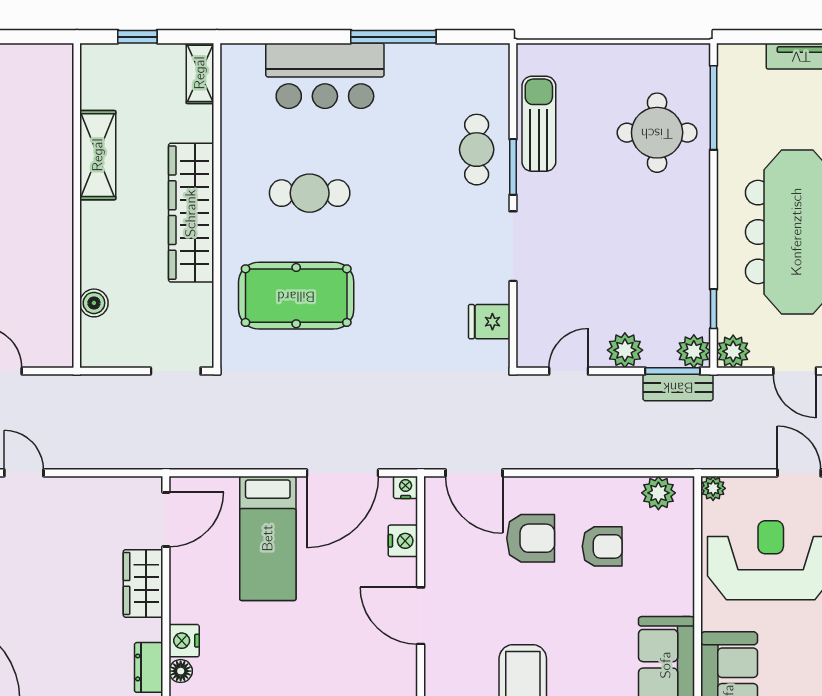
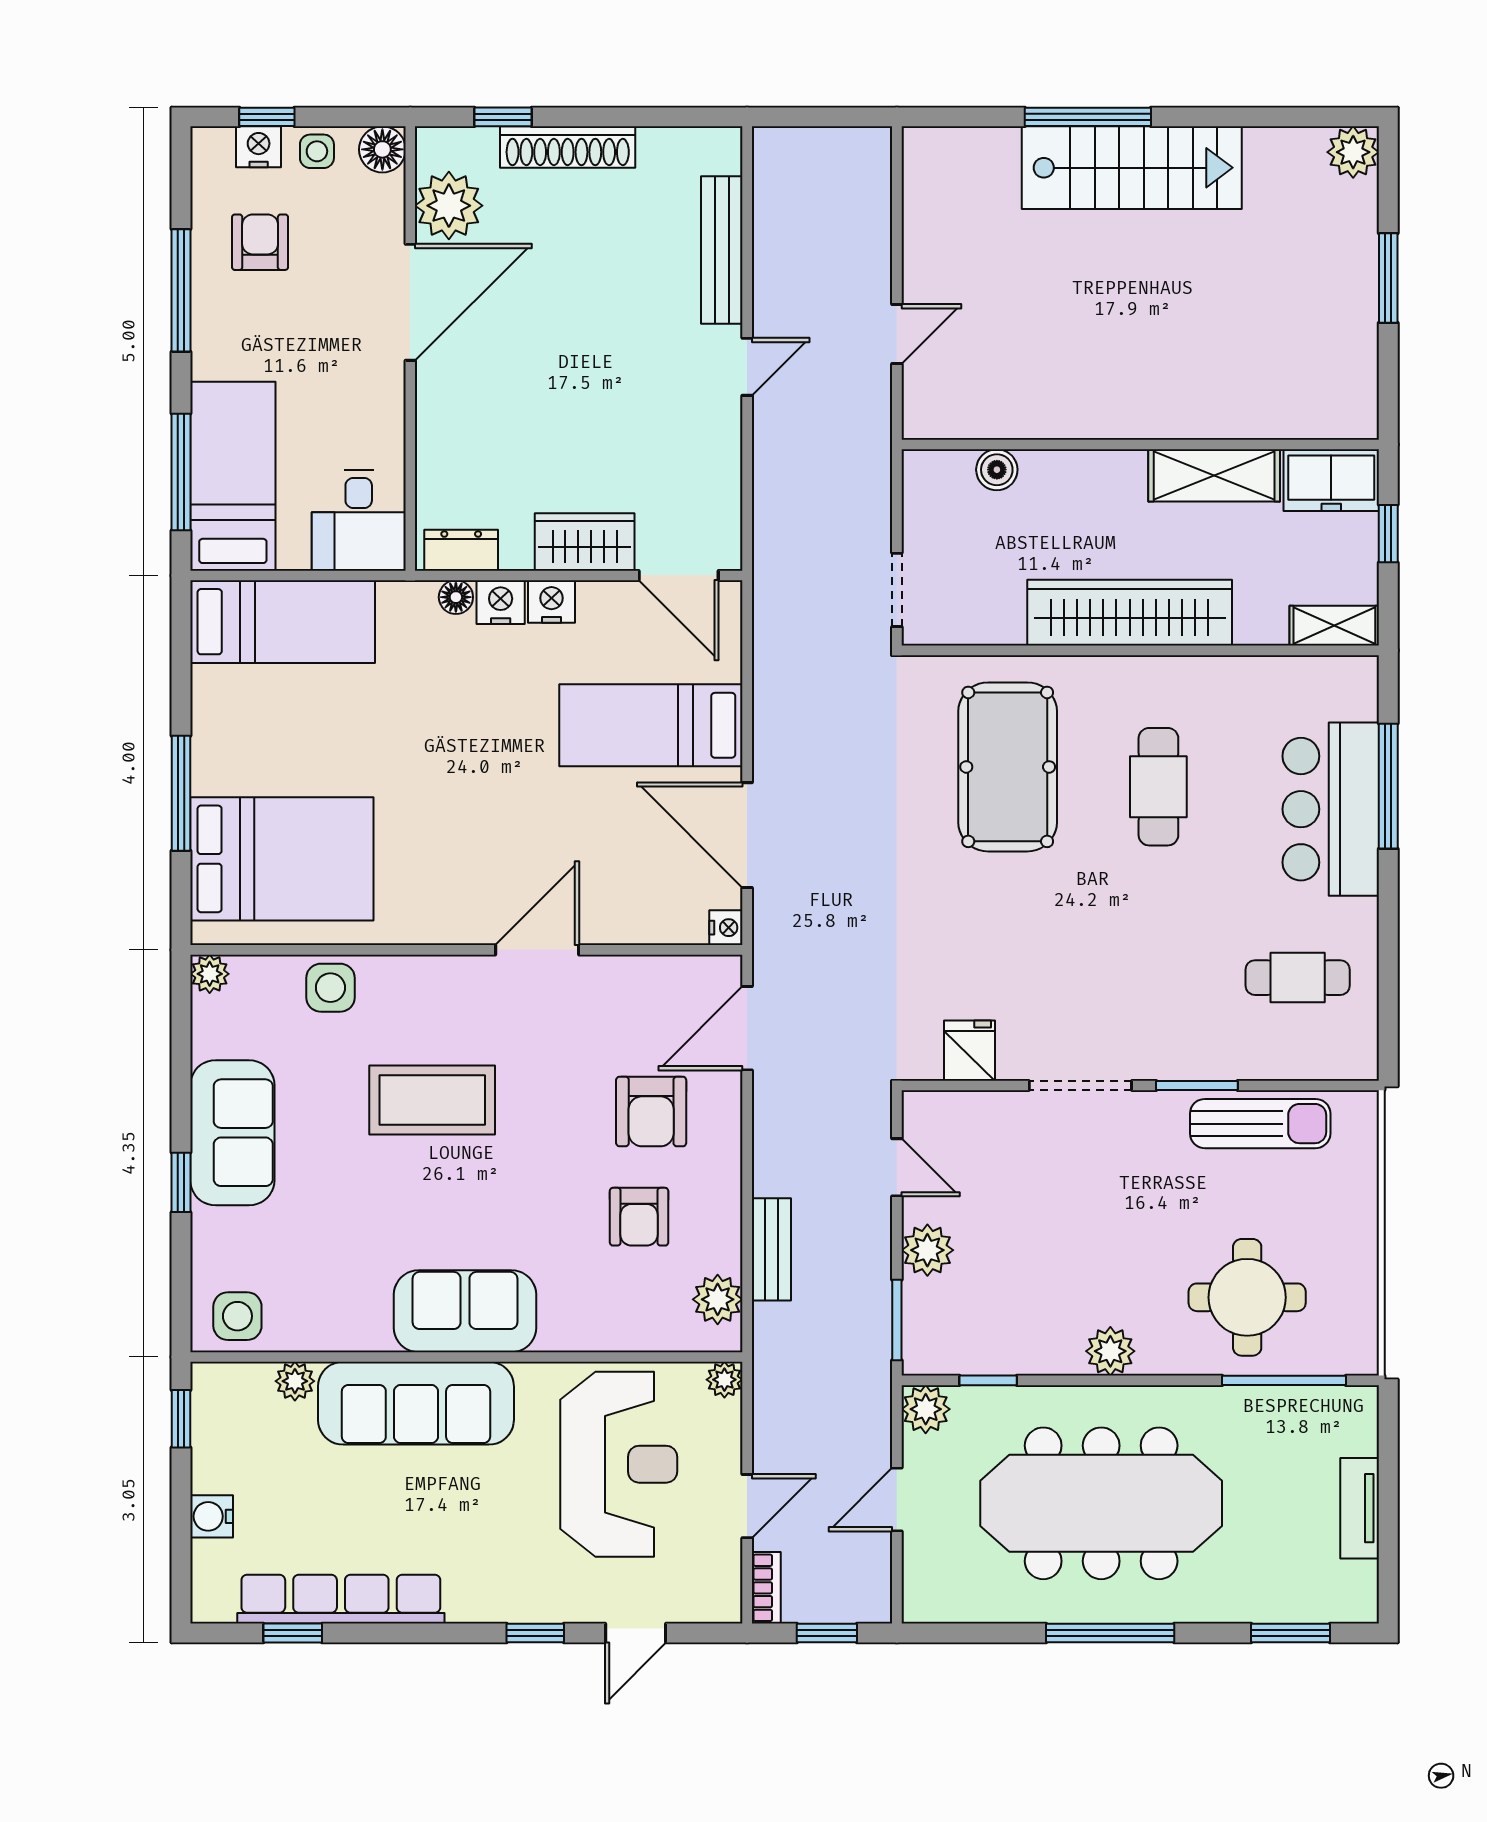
window: (393, 37) -> (1388, 786), moved
freezer: (101, 75) -> (1331, 480), added
cafe table: (477, 150) -> (1298, 978), moved
plant: (694, 351) -> (1110, 1351), moved
bench: (678, 387) -> (771, 1249), moved
nightstand: (403, 541) -> (552, 602), moved, turned 180

